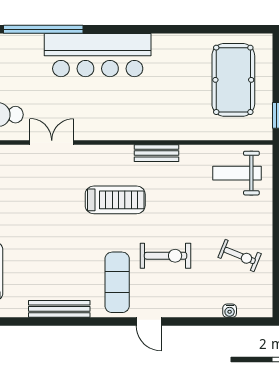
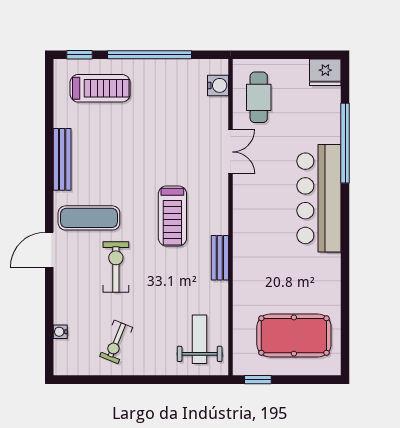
exercise bike: (166, 256) -> (116, 267), turned 180
door: (149, 322) -> (49, 250), width x1.38

